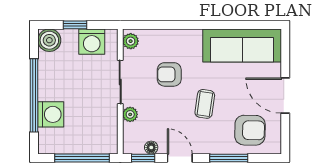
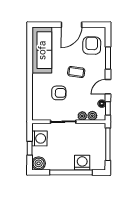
plant: (131, 41) -> (92, 116), moved
armchair: (169, 74) -> (59, 93), turned -90

